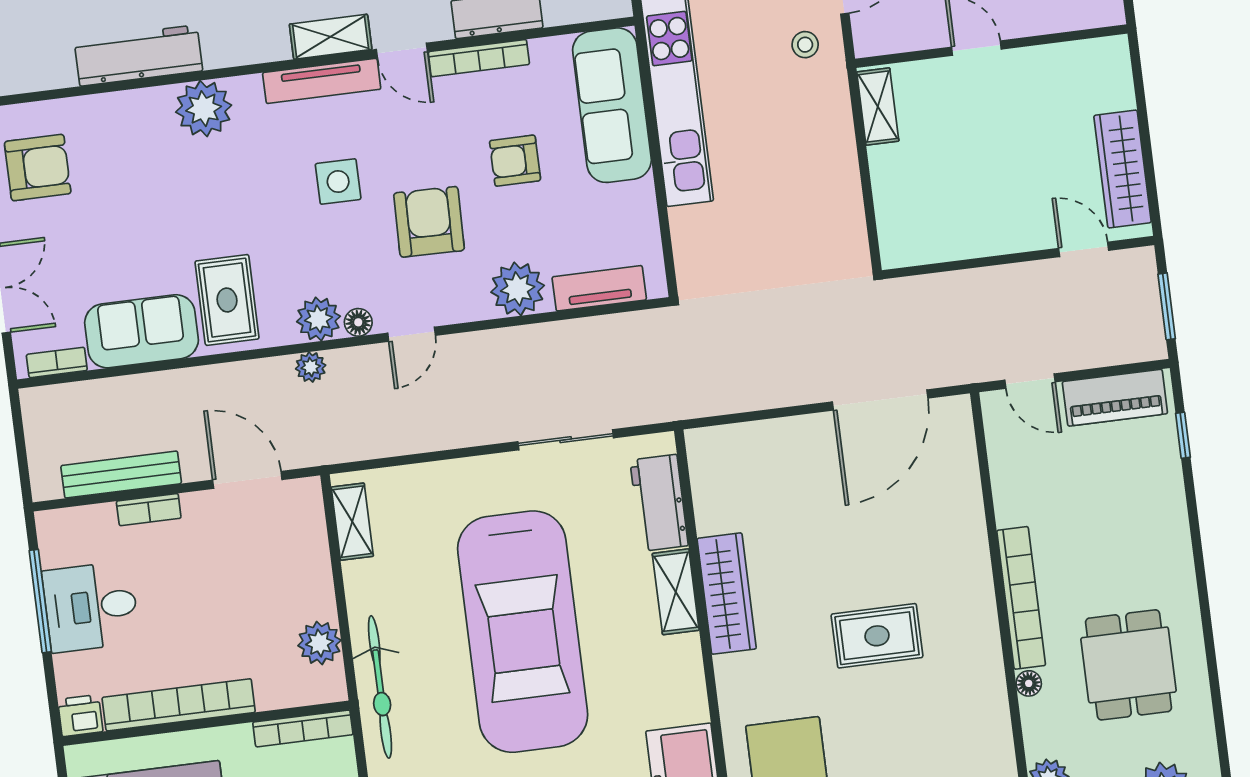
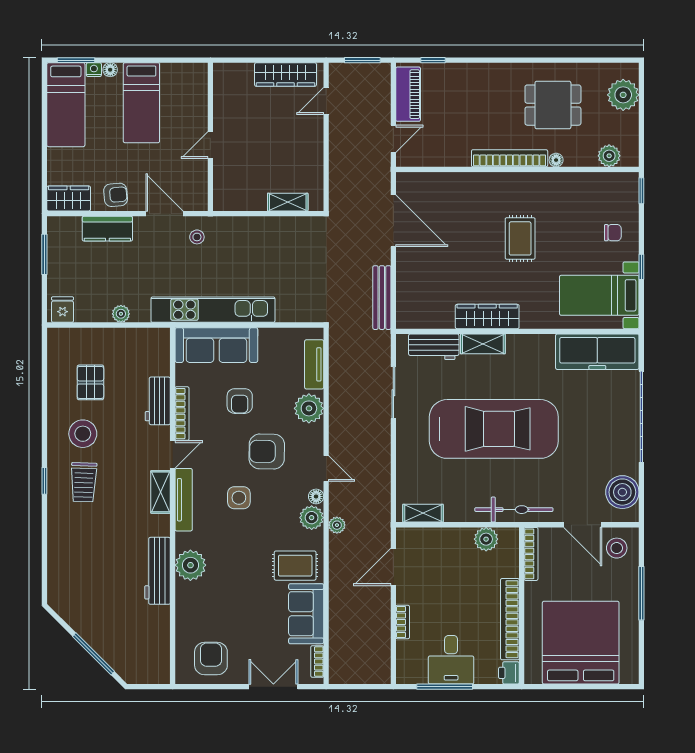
workbench: (138, 55) -> (157, 571), moved
shelving: (878, 107) -> (288, 202), moved
bench: (121, 475) -> (382, 298), moved

